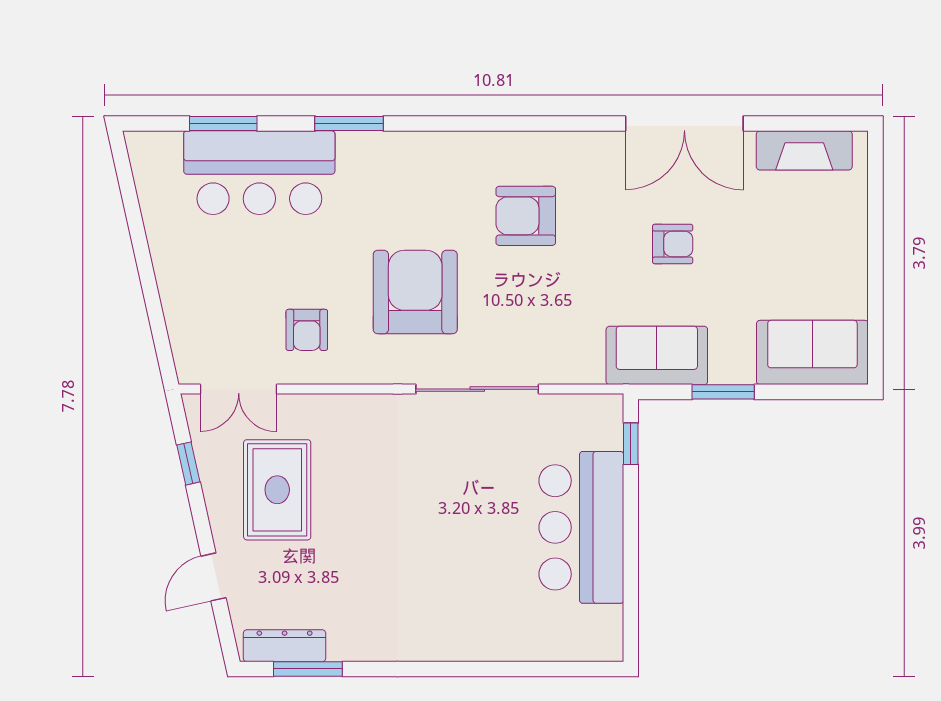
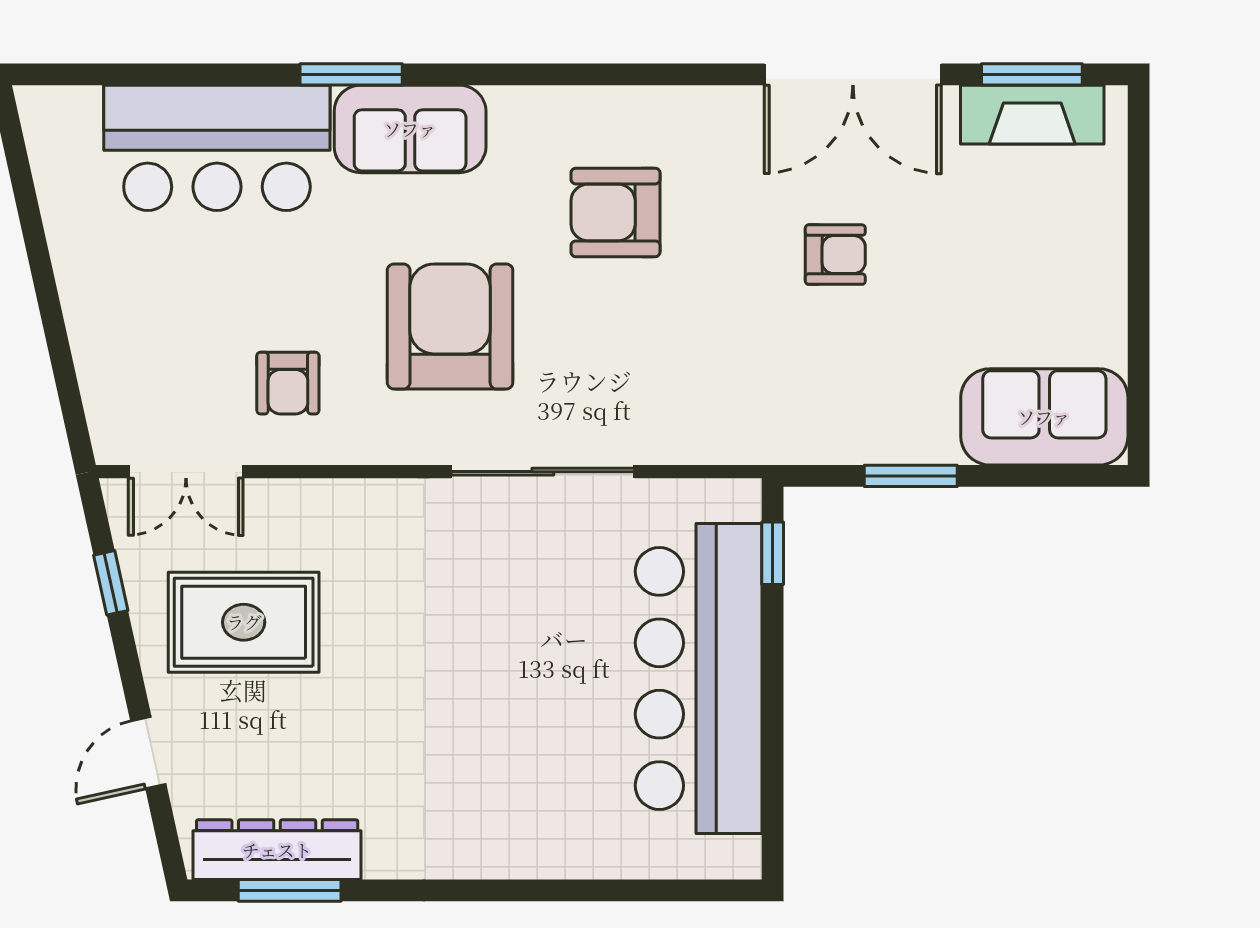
window: (223, 124) -> (1032, 74), moved
sofa: (657, 355) -> (410, 129), moved, turned 180
rug: (277, 490) -> (244, 622), turned 90
bar counter: (581, 527) -> (699, 679), width x1.36
dresser: (285, 646) -> (277, 850), width x1.37, depth x1.24

